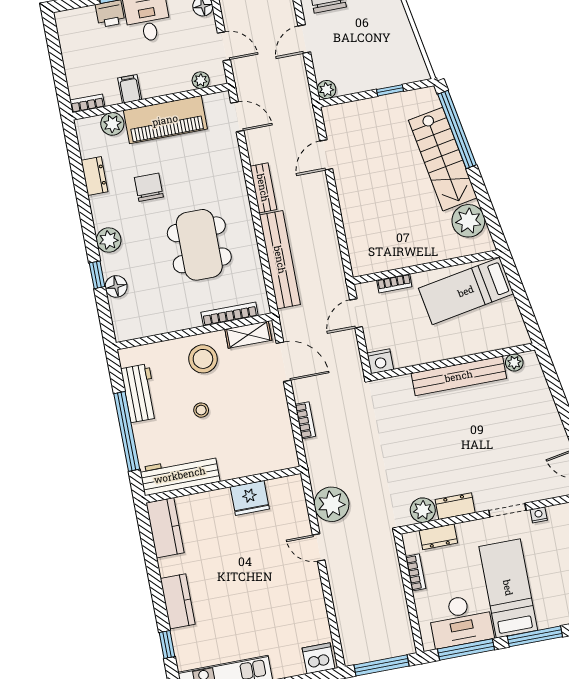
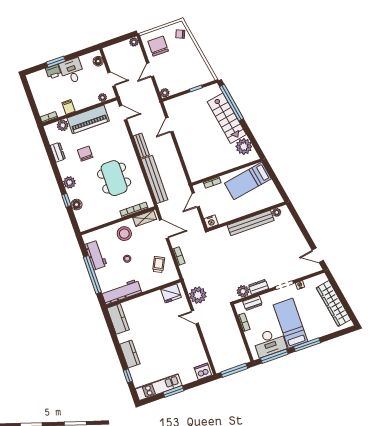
trolley: (262, 431) -> (159, 264), added
fridge: (250, 498) -> (171, 293), moved

